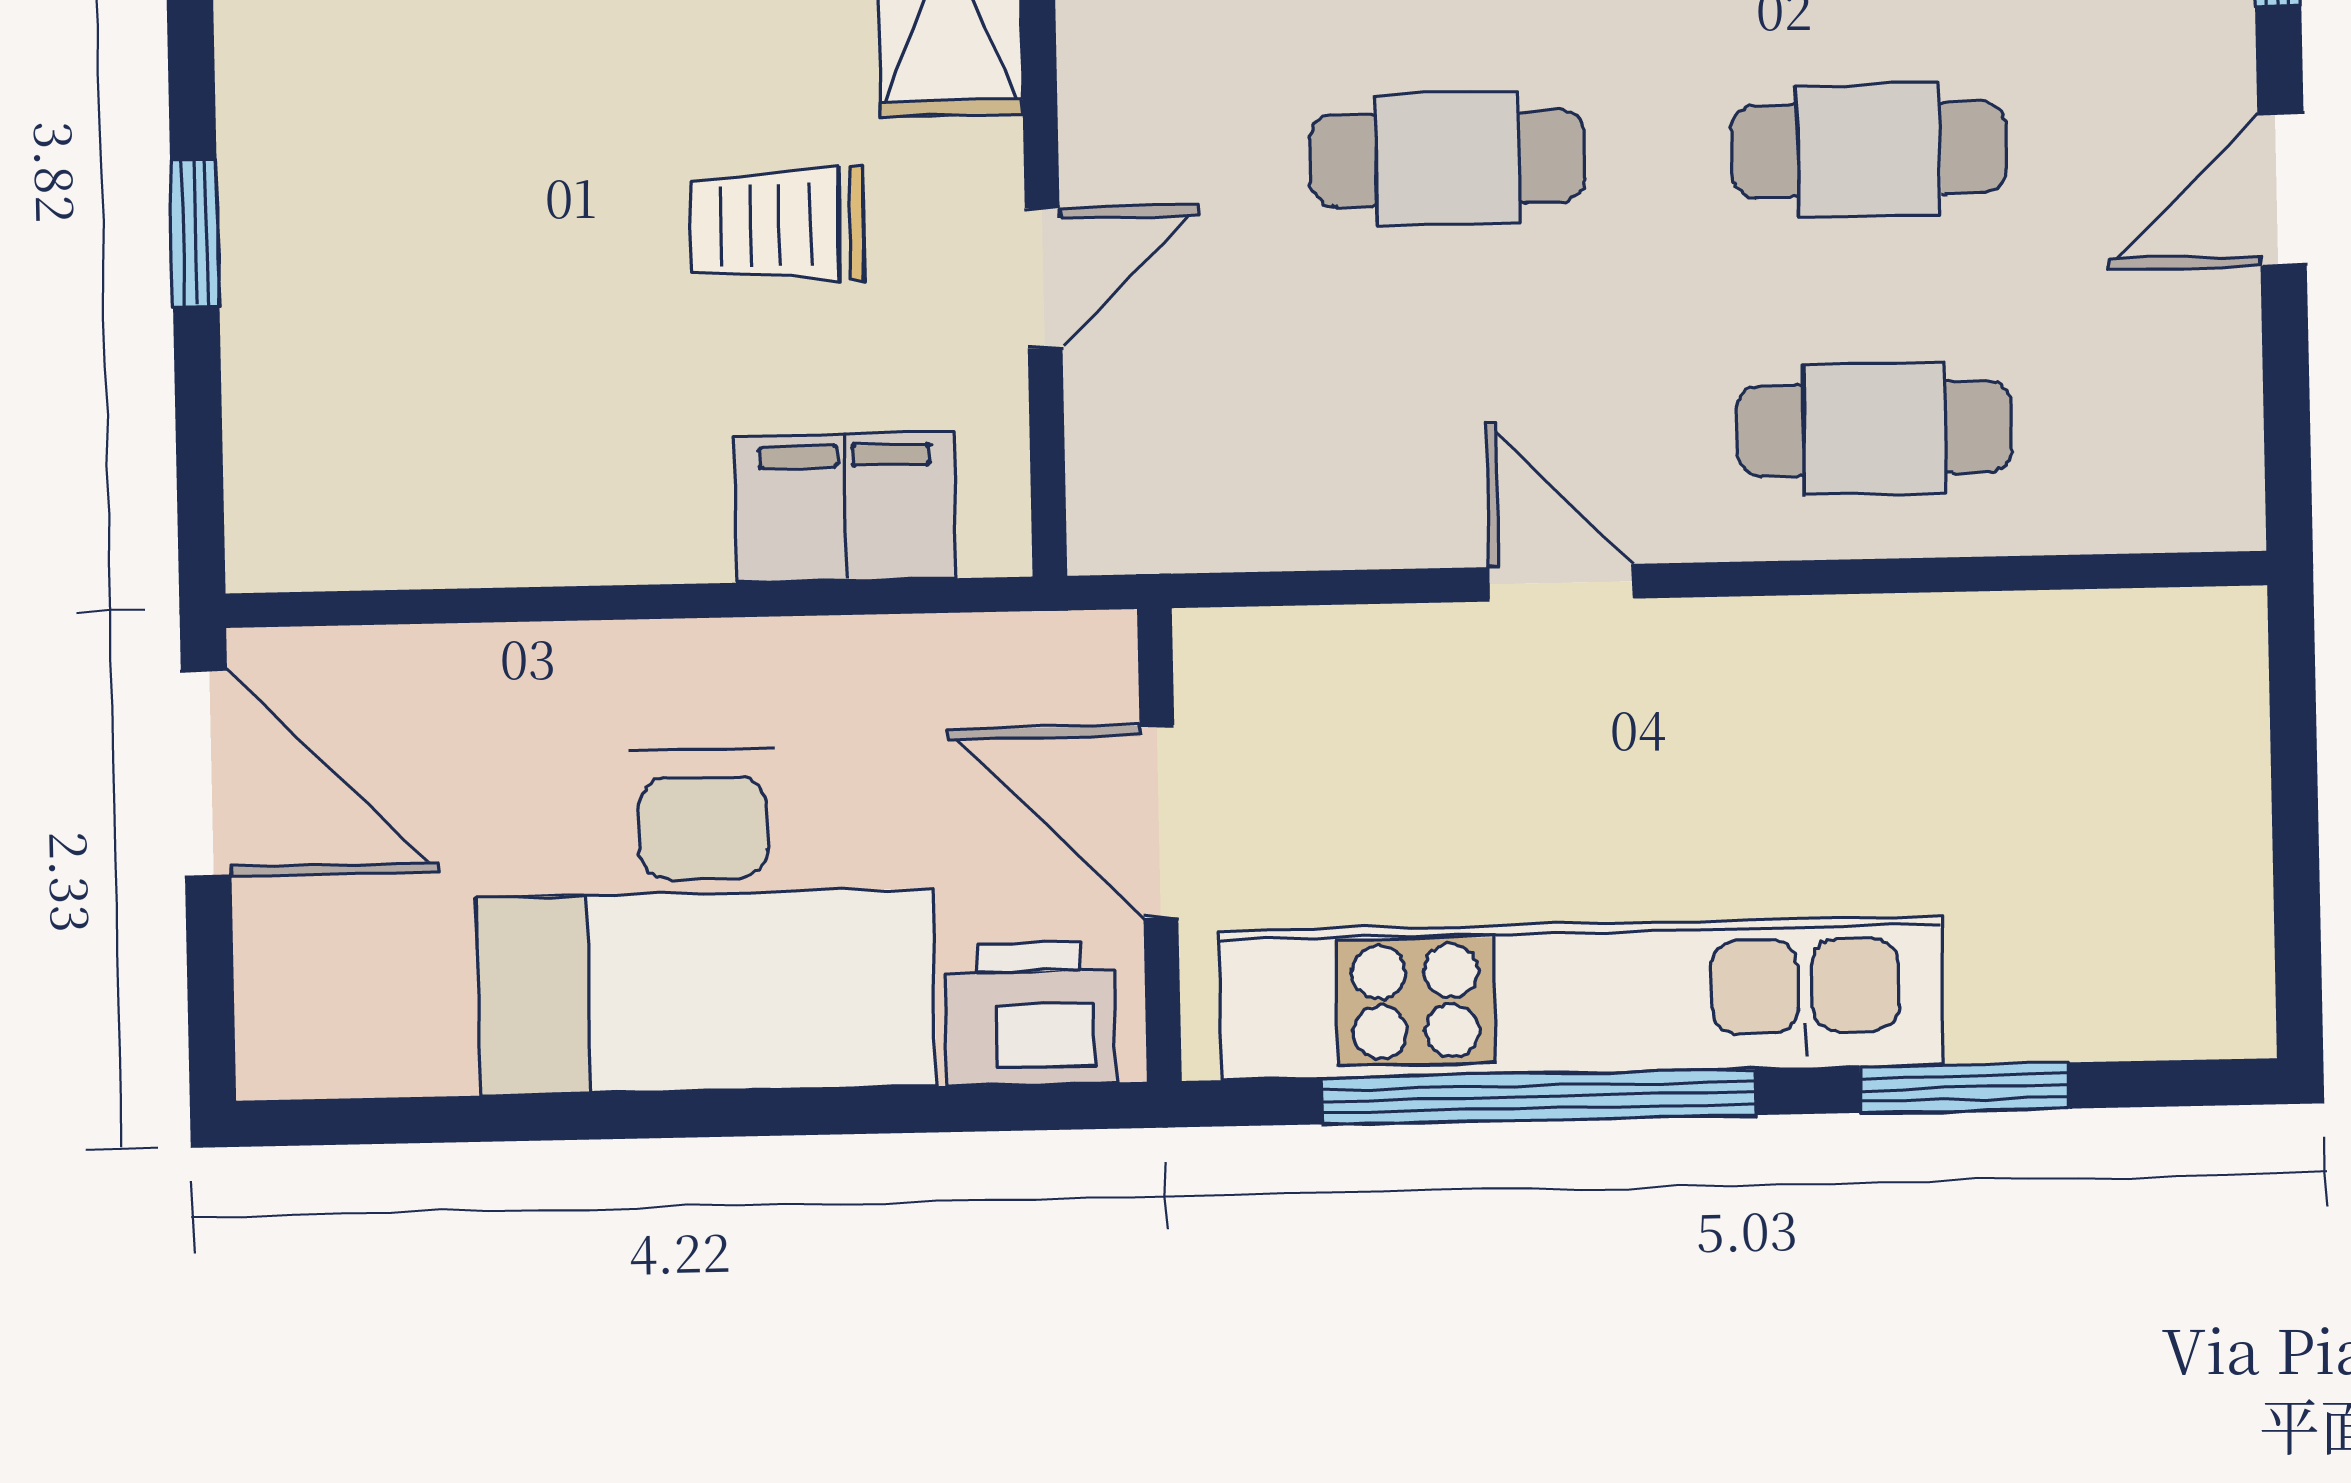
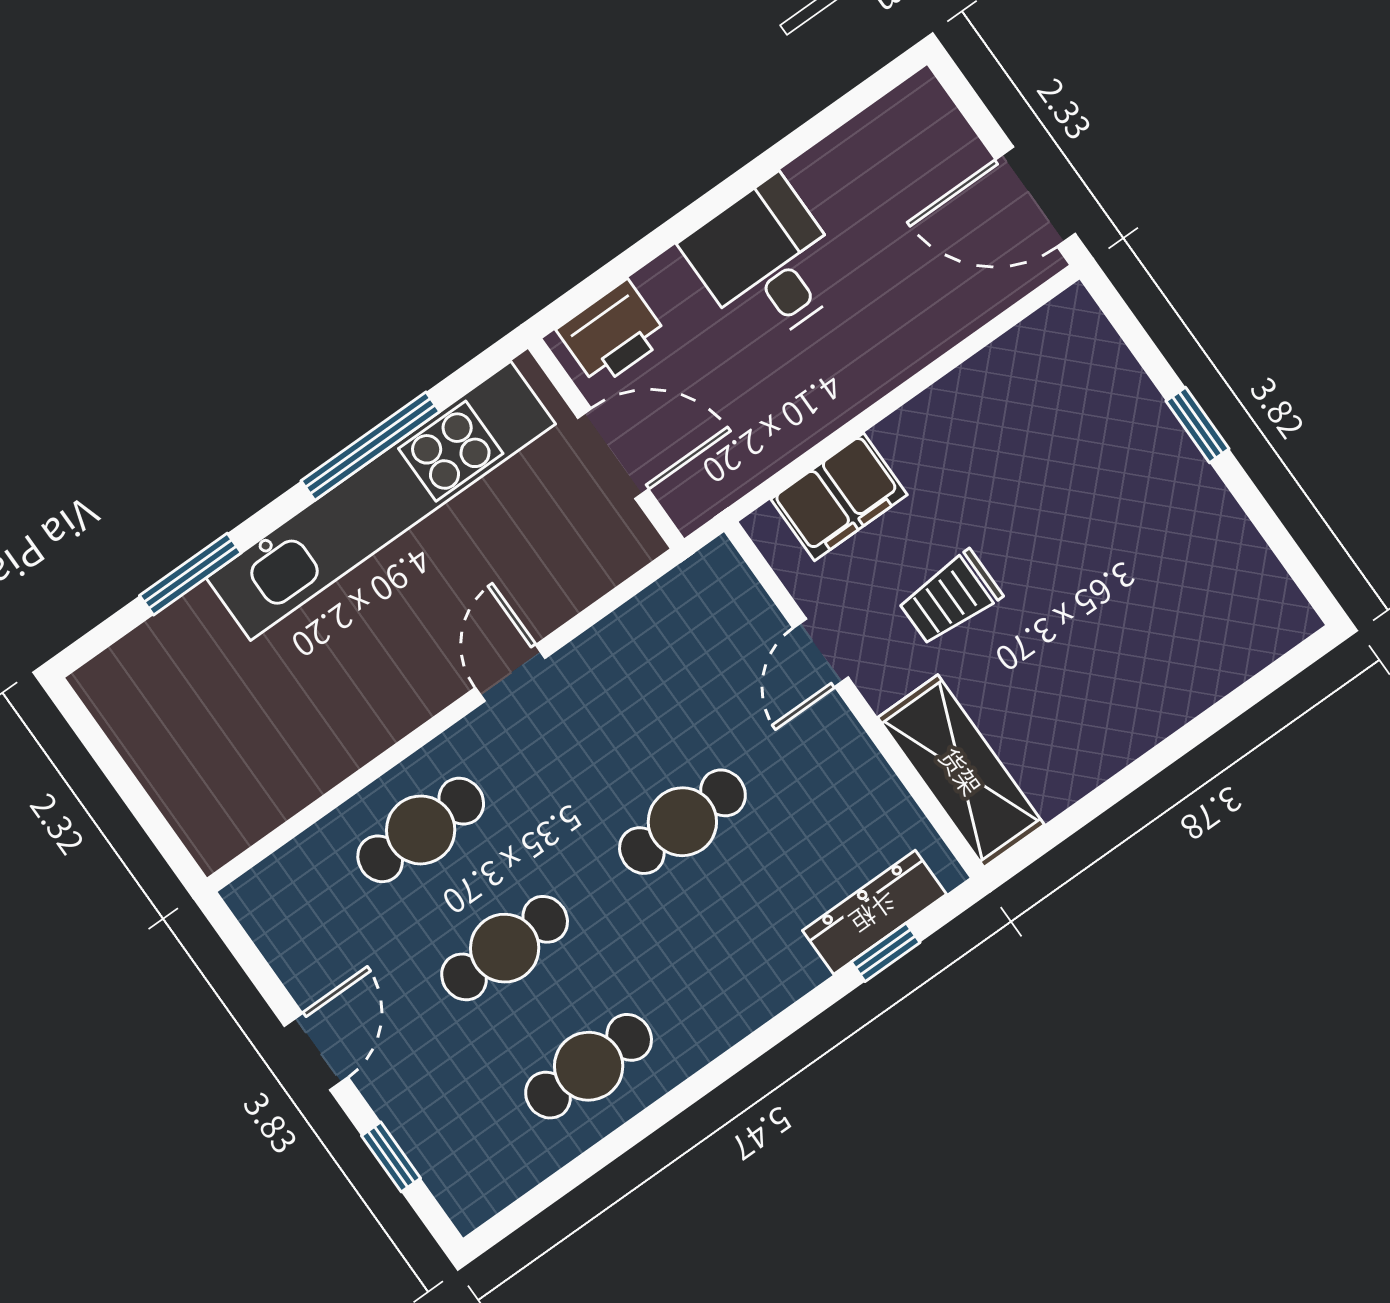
trolley: (777, 225) -> (950, 598), turned 180
door: (1561, 583) -> (510, 673), swing flipped
desk: (705, 920) -> (767, 262), width x0.53, depth x0.77
window: (1538, 1097) -> (370, 446), width x0.68

